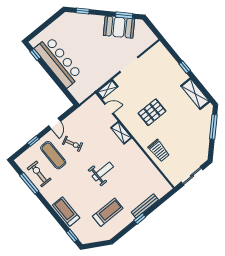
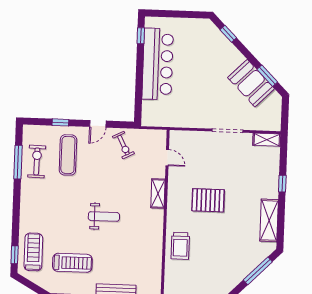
shelving: (107, 89) -> (267, 140), moved
exercise bike: (73, 144) -> (123, 145), moved
treadmill: (66, 211) -> (33, 252), moved

